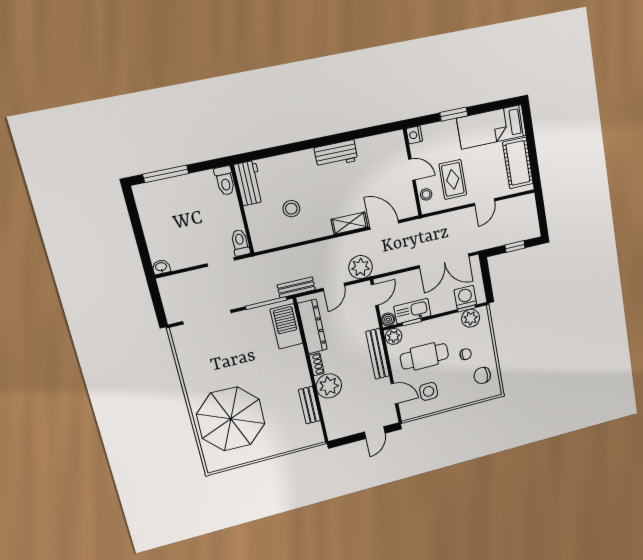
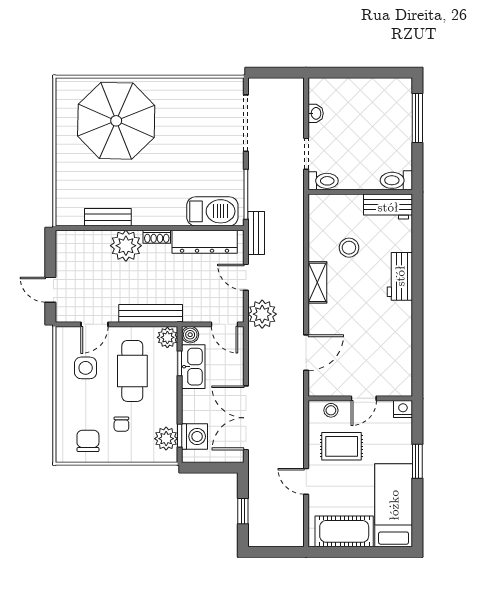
workbench: (336, 154) -> (400, 276), moved
shelving: (349, 223) -> (317, 282), moved
washbasin: (161, 267) -> (316, 113), moved

